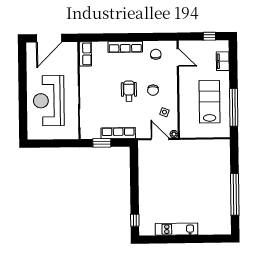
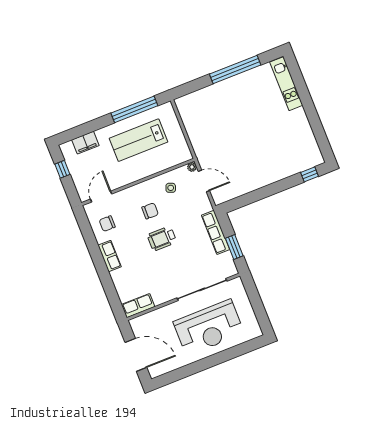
row of seats: (125, 47) -> (110, 256), width x0.68
door: (160, 139) -> (204, 181), swing flipped
kitchen unit: (177, 229) -> (286, 84), moved

